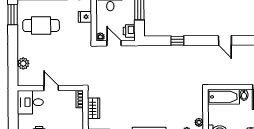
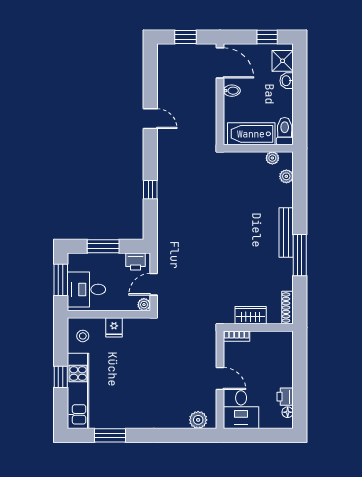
cafe table: (41, 25) -> (127, 393), removed
door: (225, 40) -> (150, 119), hinge flipped
plant: (23, 63) -> (198, 420), moved
door: (51, 88) -> (220, 378), swing flipped
bathtub: (223, 97) -> (251, 134), moved, turned -90

